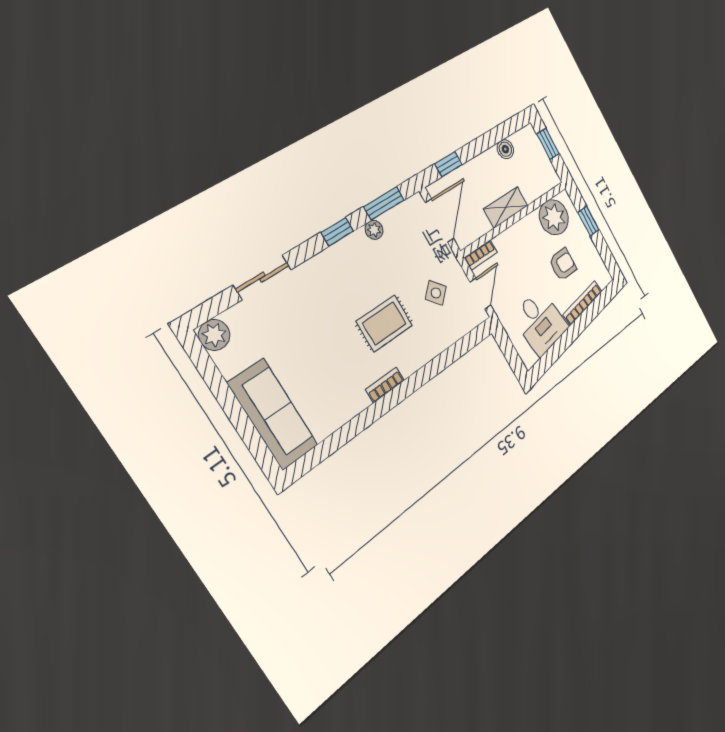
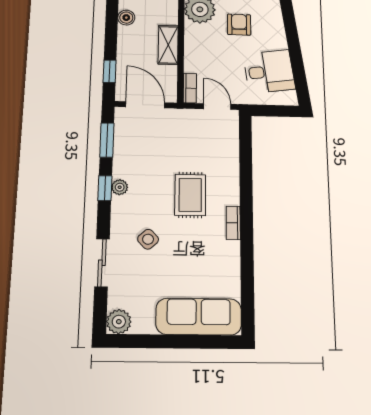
plant: (374, 230) -> (120, 187), moved
side table: (436, 293) -> (148, 239), moved
bookcase: (583, 303) -> (278, 27), removed

